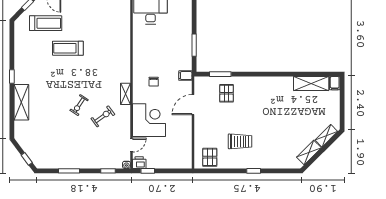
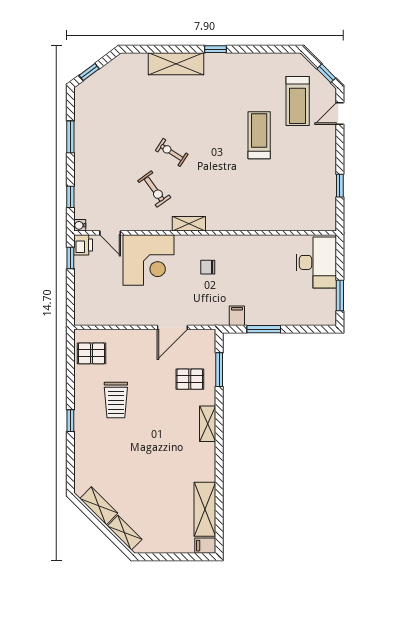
filing cabinet: (185, 76) -> (237, 316), moved
shelving: (255, 82) -> (208, 424), added
door: (193, 105) -> (172, 327), swing flipped

